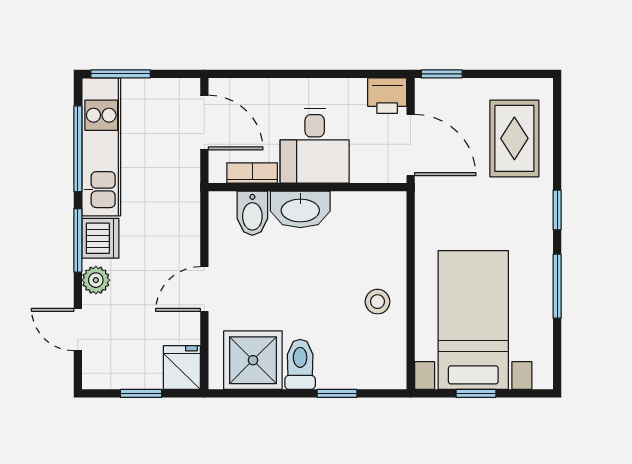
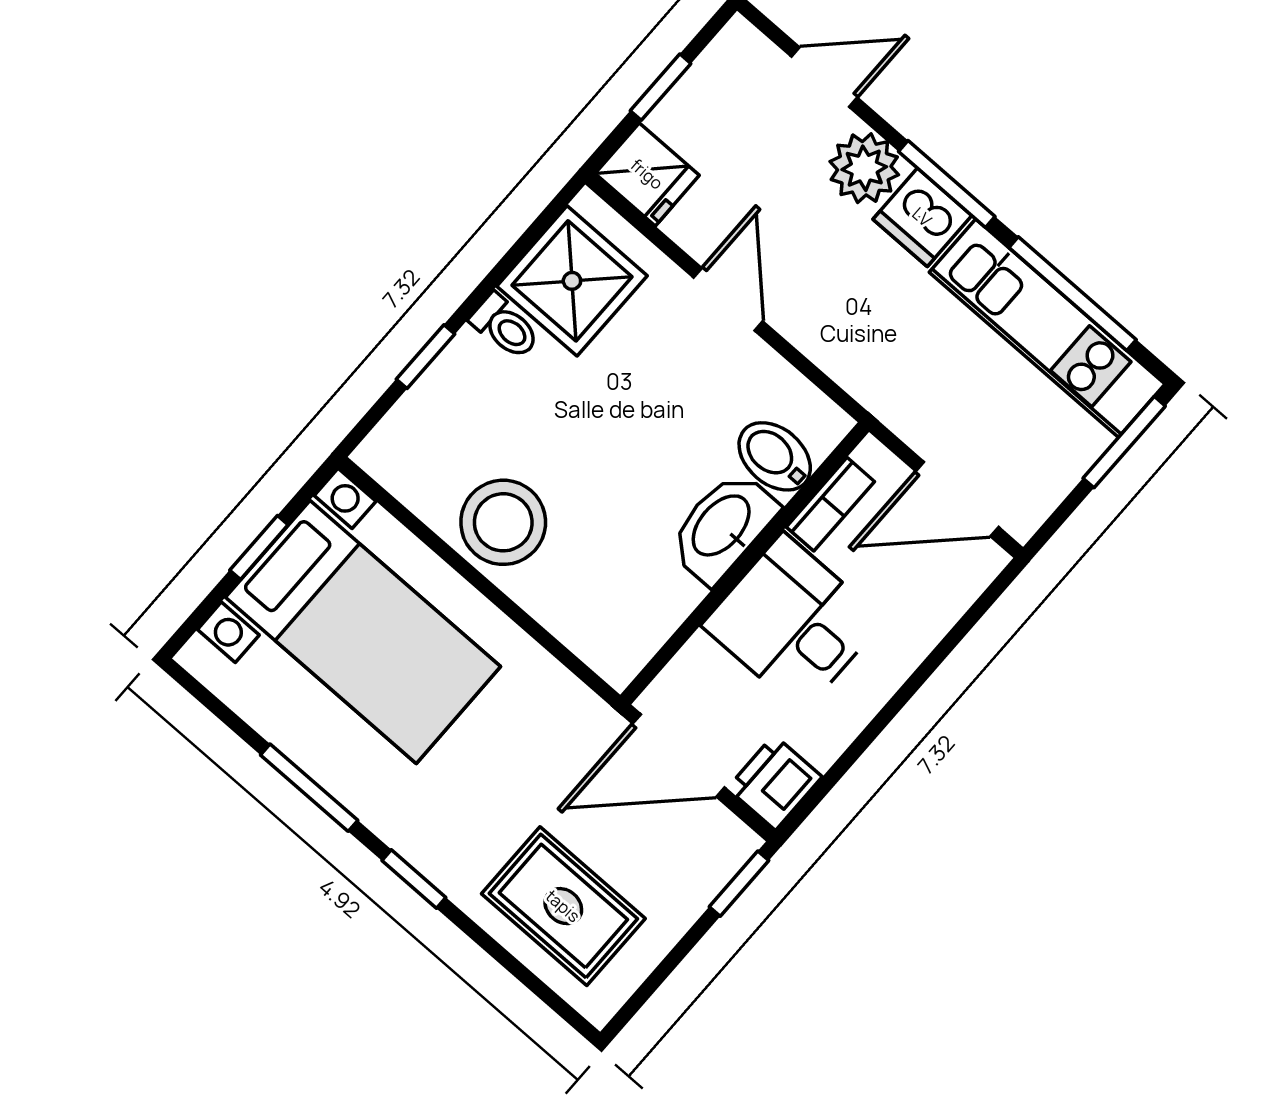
plant: (96, 280) -> (864, 168), width x1.38, depth x1.38
stool: (377, 302) -> (503, 522), width x1.89, depth x1.89
toilet: (300, 364) -> (505, 327), width x0.73, depth x0.72

